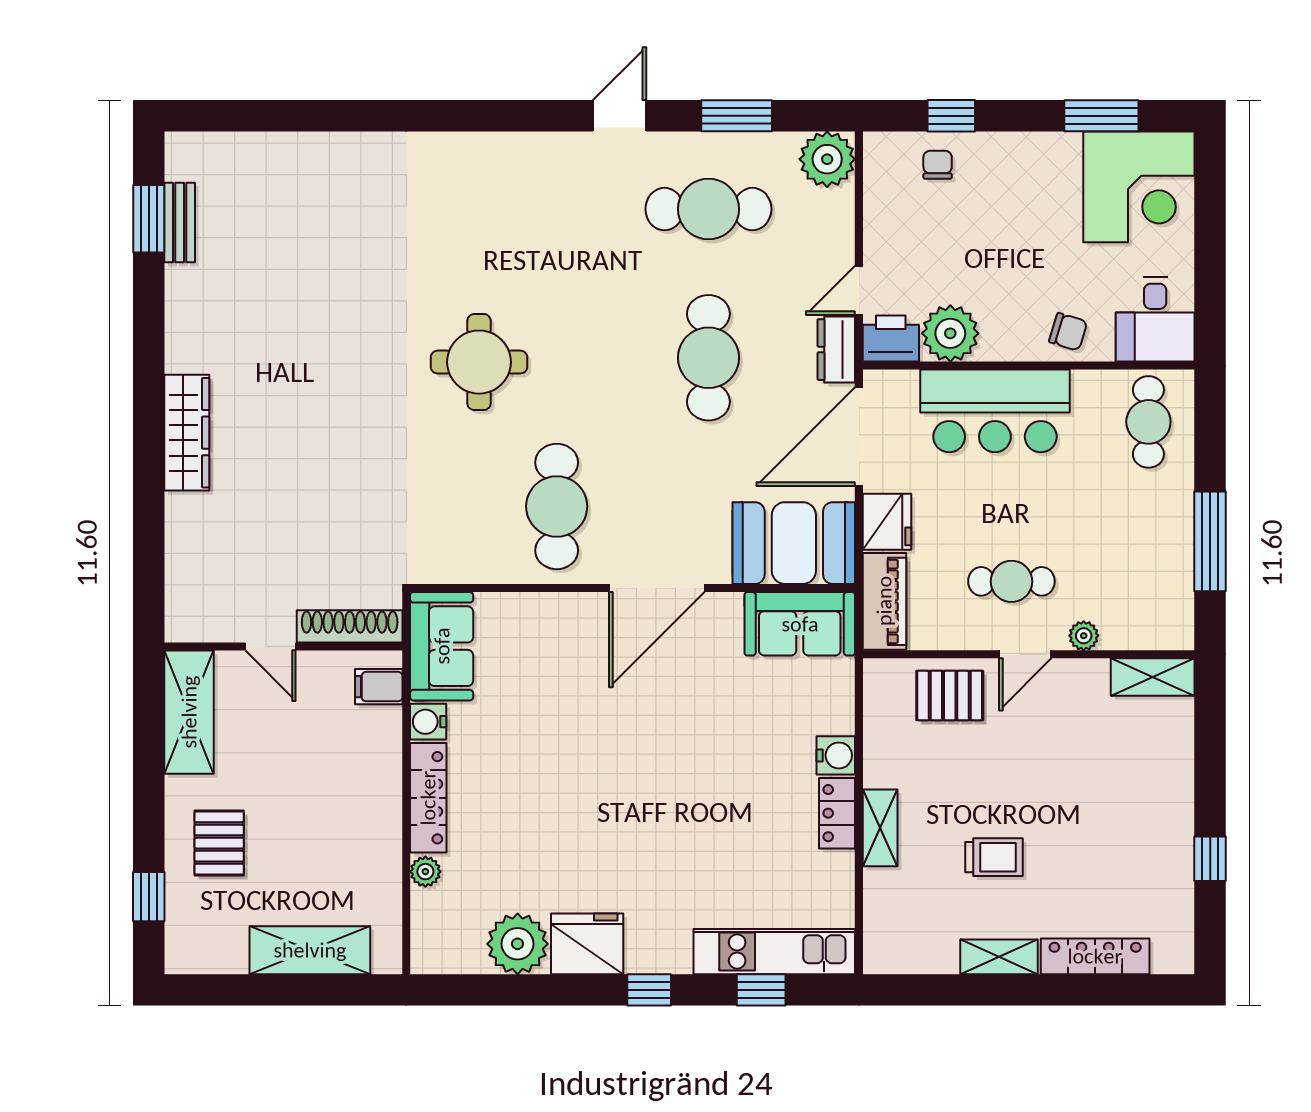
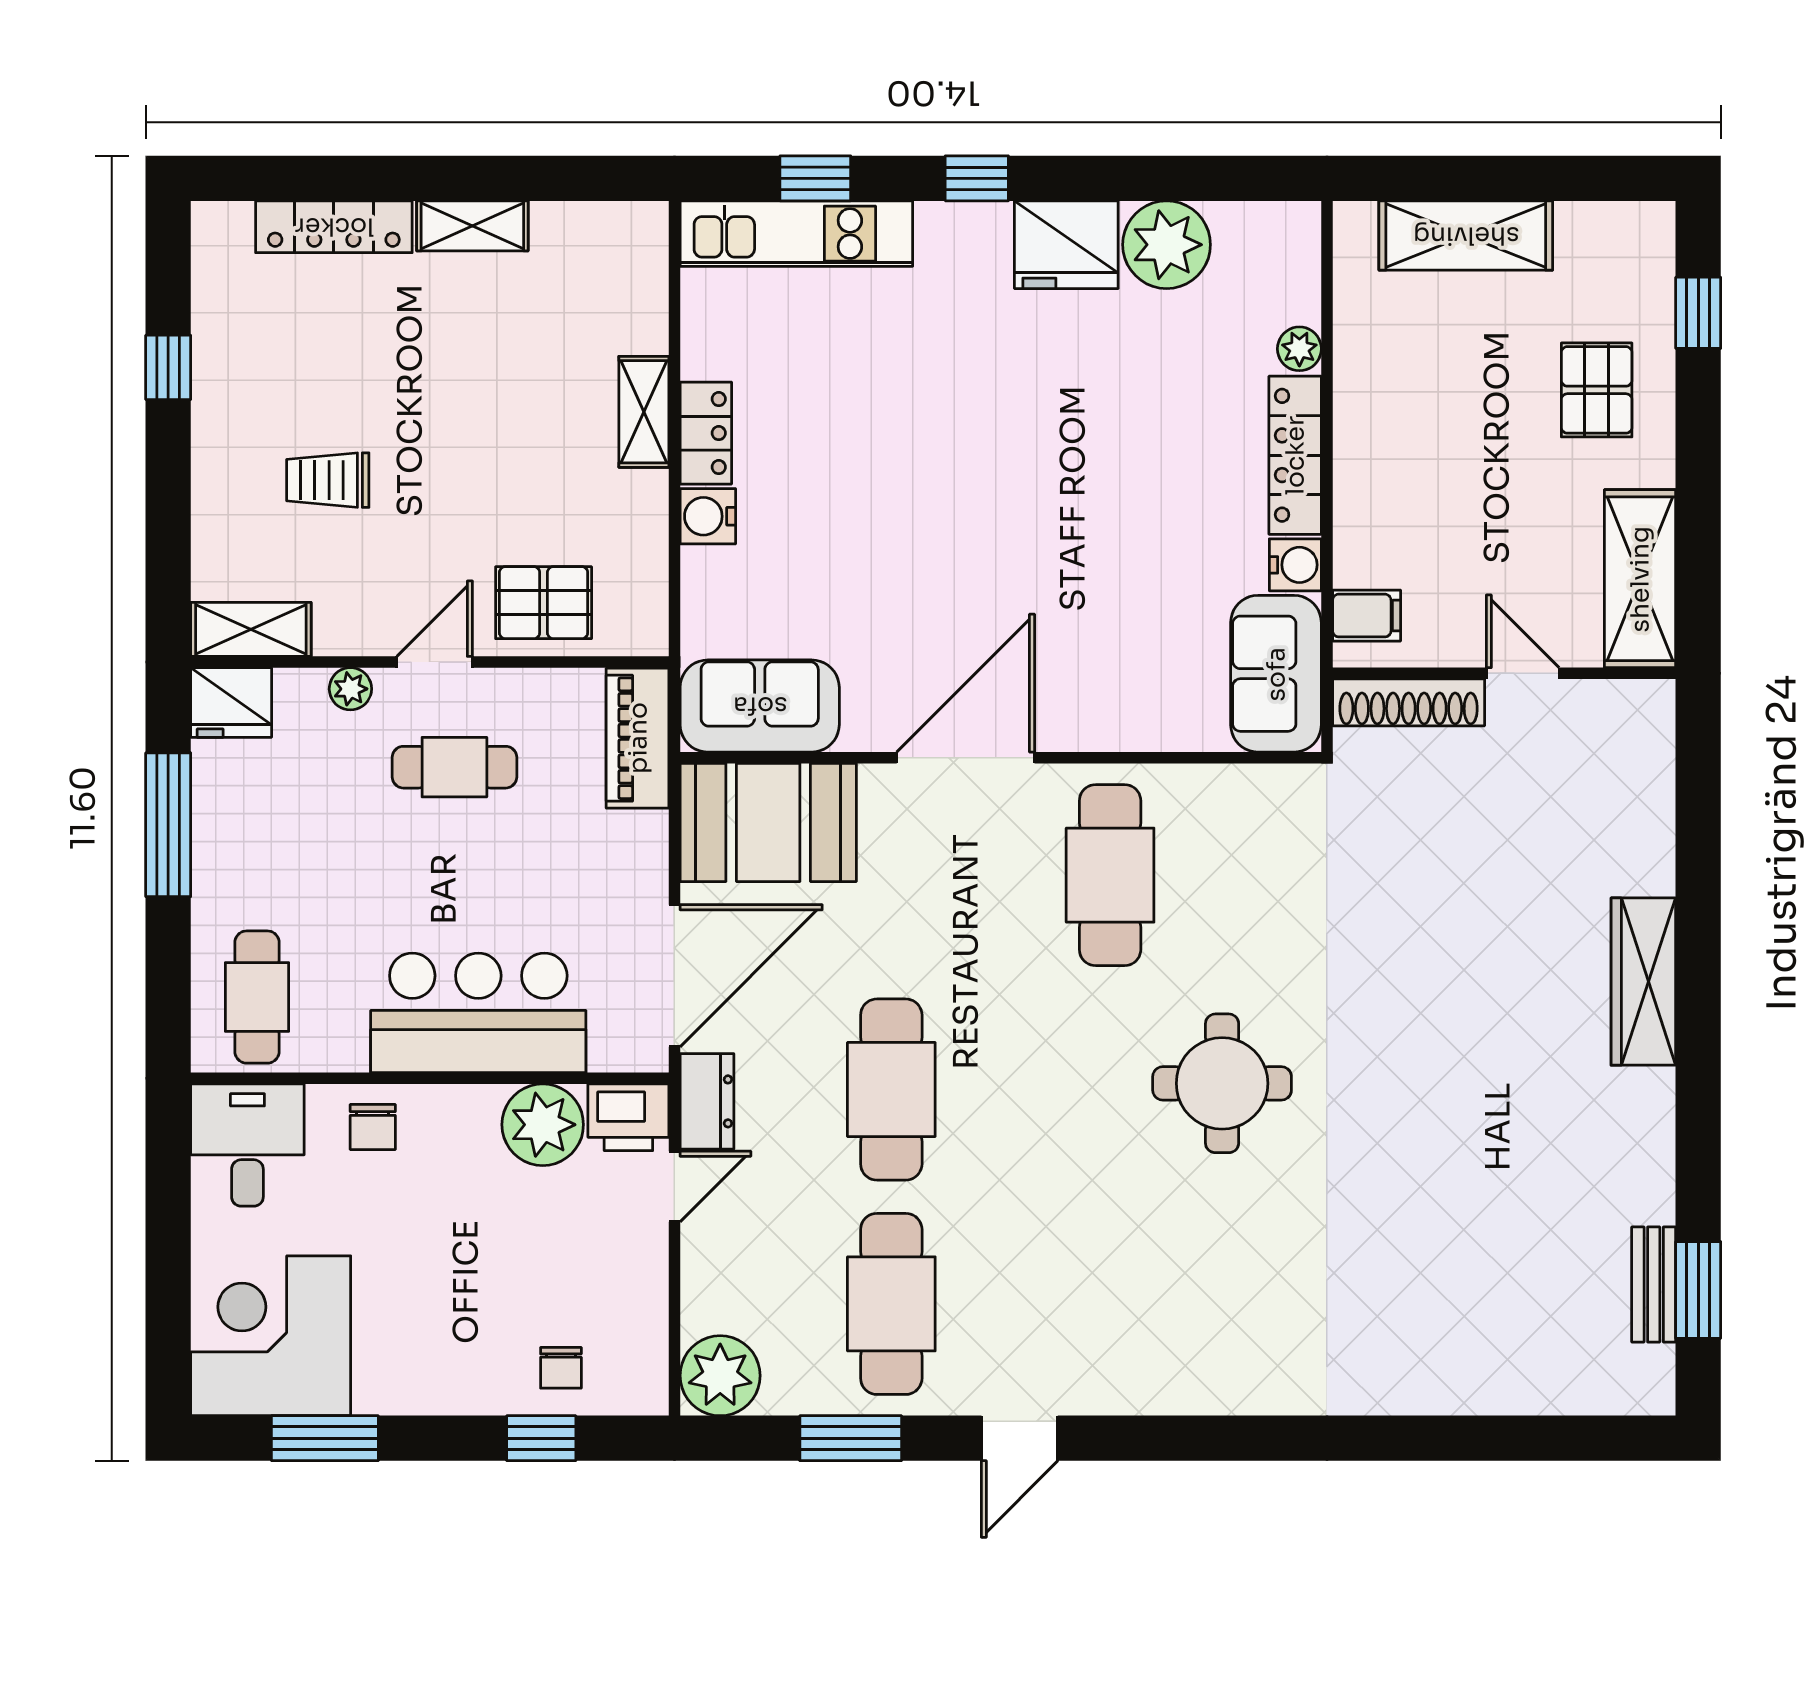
cafe table: (708, 209) -> (891, 1304), turned 90
chair: (1068, 332) -> (373, 1127), turned -107
fridge: (887, 522) -> (231, 702), moved, turned -90
trolley: (994, 857) -> (328, 480), moved

